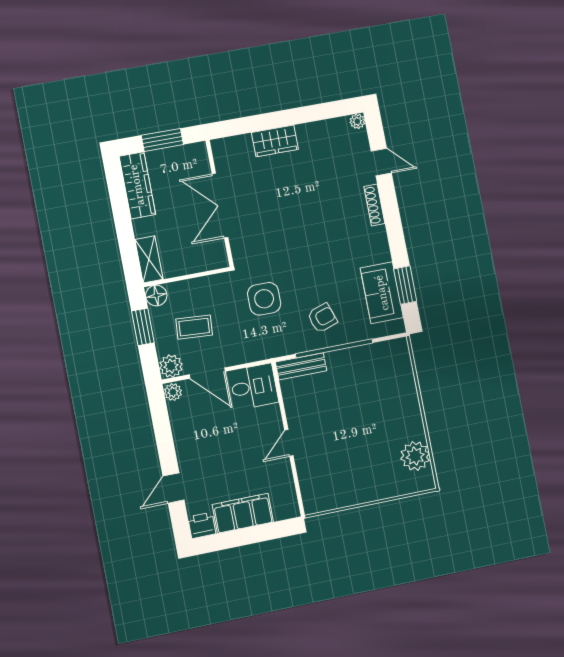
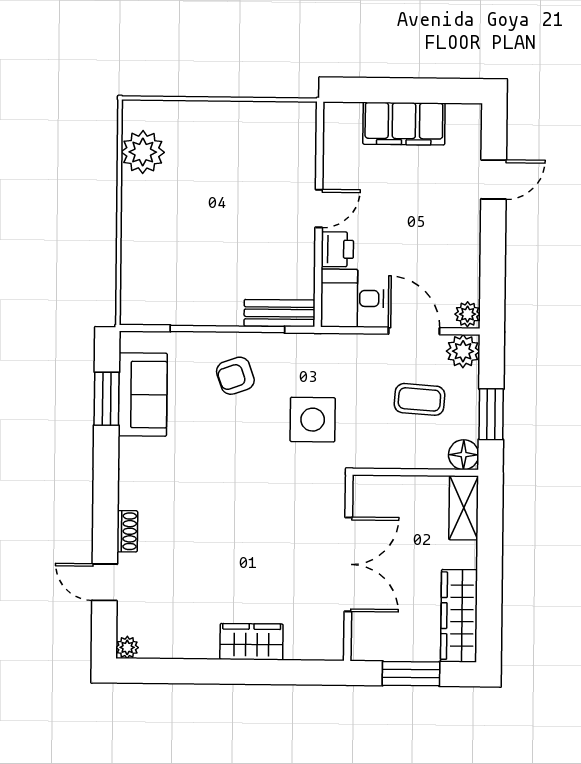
shoe rack: (374, 205) -> (127, 531), width x0.70
printer: (202, 525) -> (337, 249), moved, turned -90

